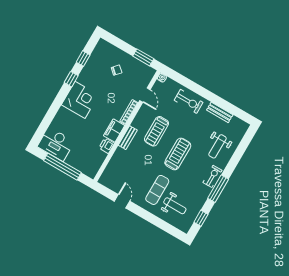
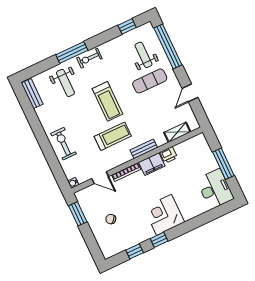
door: (145, 95) -> (100, 178), swing flipped
bench: (220, 112) -> (32, 94), moved
weight bench: (217, 146) -> (65, 83), turned 90
treadmill: (178, 154) -> (107, 101), turned -90
shelving: (112, 166) -> (177, 132), added
window: (62, 167) -> (223, 164), width x0.68
window: (218, 189) -> (72, 53), moved
window: (161, 224) -> (168, 46), added

